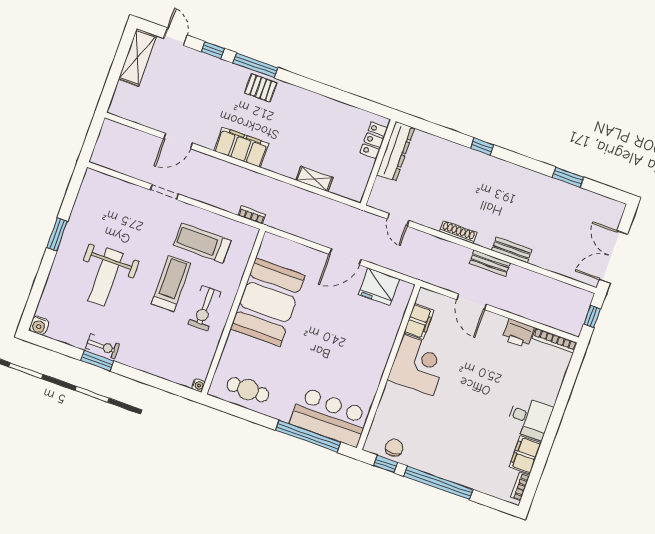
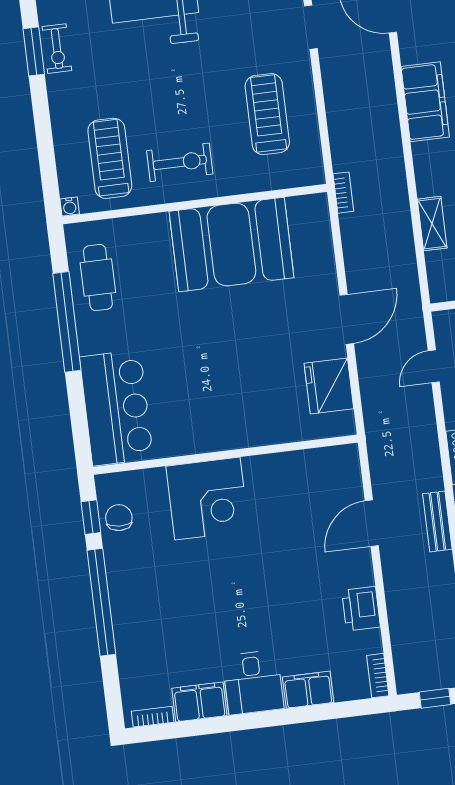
bookcase: (252, 215) -> (343, 193), moved
door: (345, 257) -> (347, 319), swing flipped
treadmill: (171, 284) -> (110, 158), moved, turned -90
exercise bike: (205, 308) -> (180, 162), turned 180
filing cabinet: (419, 321) -> (308, 690), moved, turned 180
bookcase: (555, 340) -> (378, 676), width x0.64
corner desk: (418, 365) -> (207, 499), moved
window: (308, 436) -> (67, 322), moved
chair: (394, 448) -> (119, 518), turned -82

